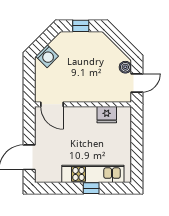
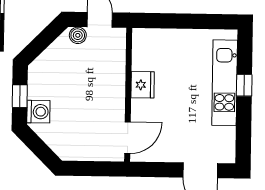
washing machine: (47, 56) -> (38, 112), moved, turned 45
fridge: (107, 115) -> (143, 85), moved

